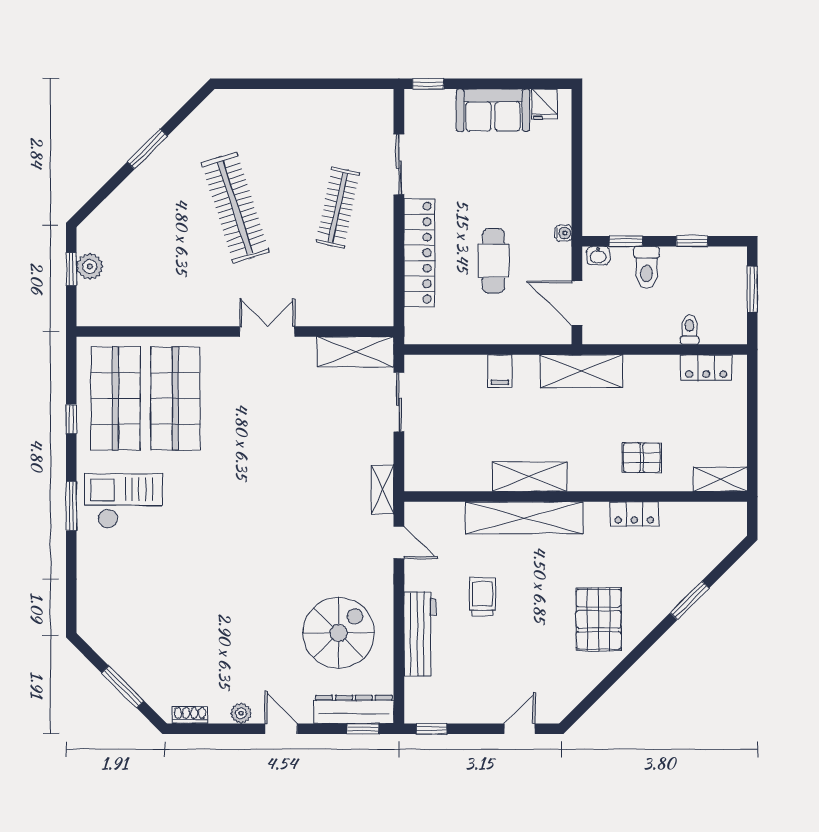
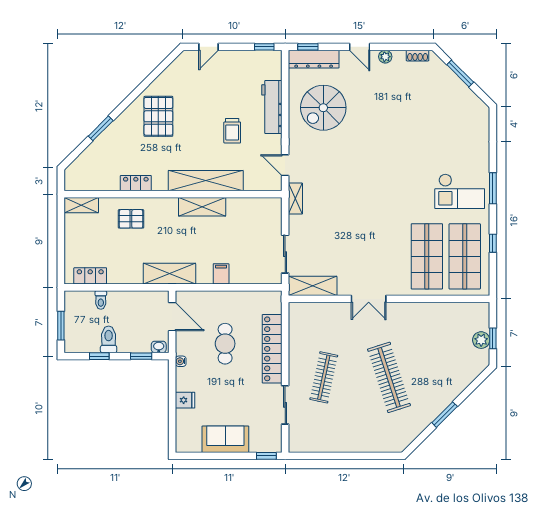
fridge: (544, 104) -> (185, 400), moved, turned 90
toilet: (647, 268) -> (109, 339), moved

